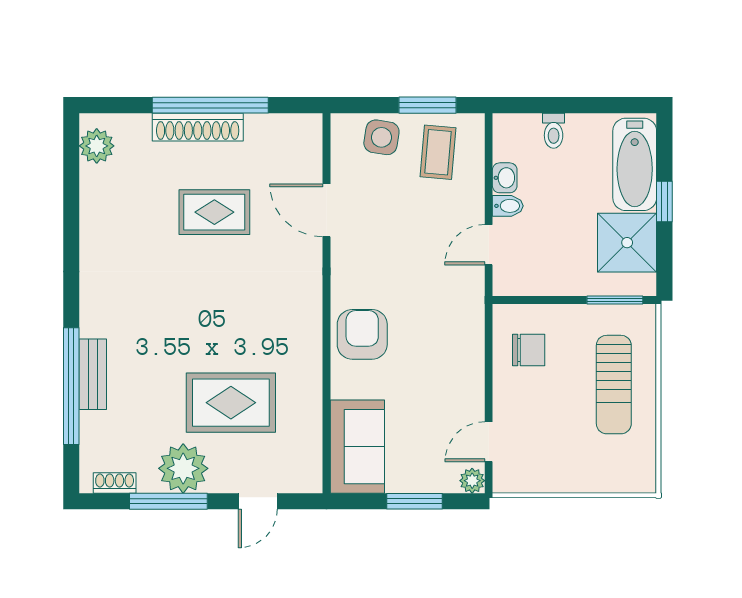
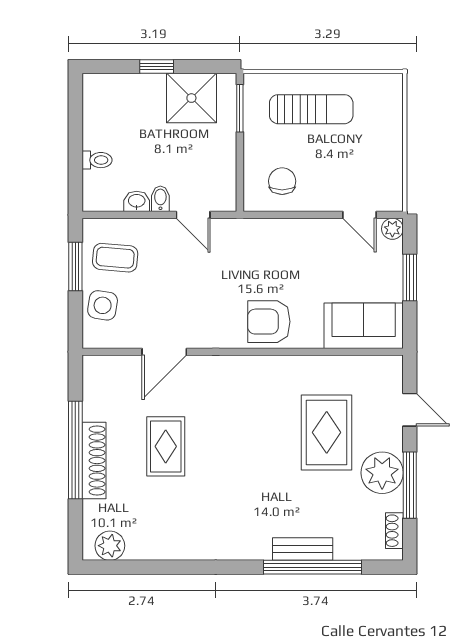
bathtub: (635, 164) -> (125, 92), removed

